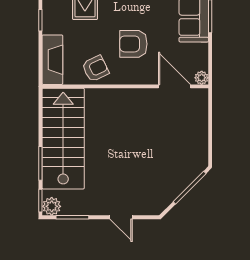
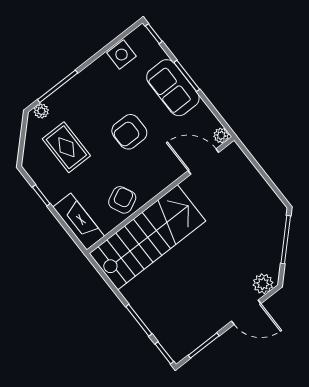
armchair: (133, 44) -> (129, 132), moved
stairs: (63, 139) -> (147, 237), moved, turned 90
plant: (52, 206) -> (263, 284), moved
door: (121, 217) -> (246, 312), width x1.38

